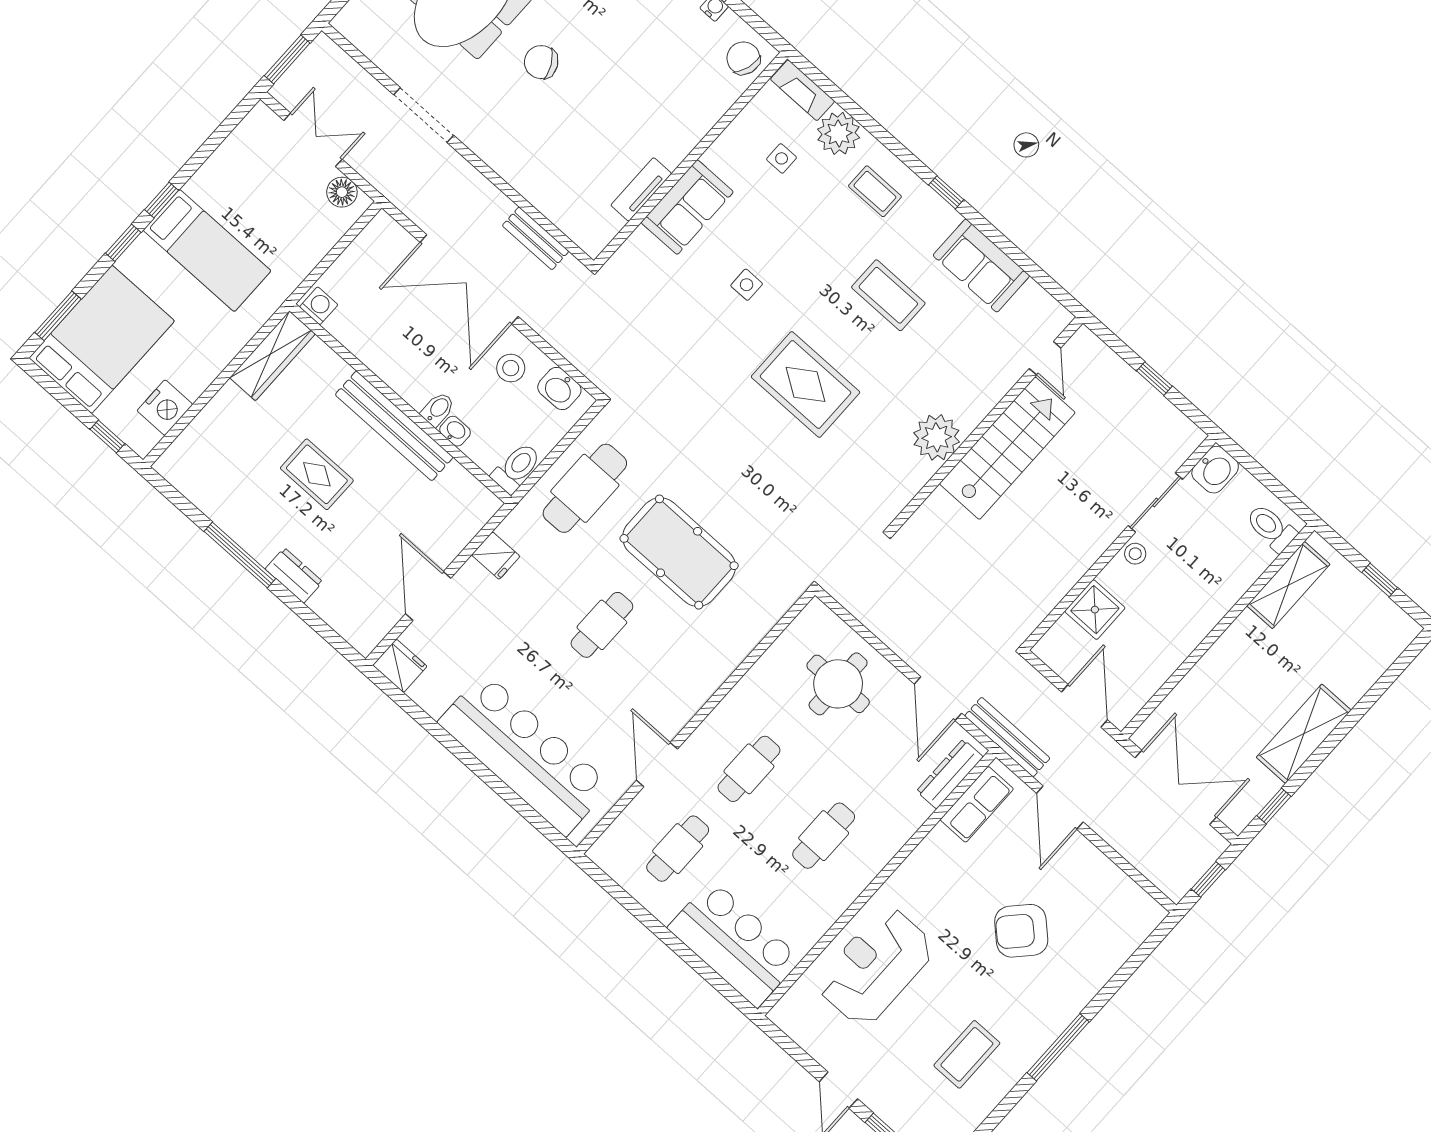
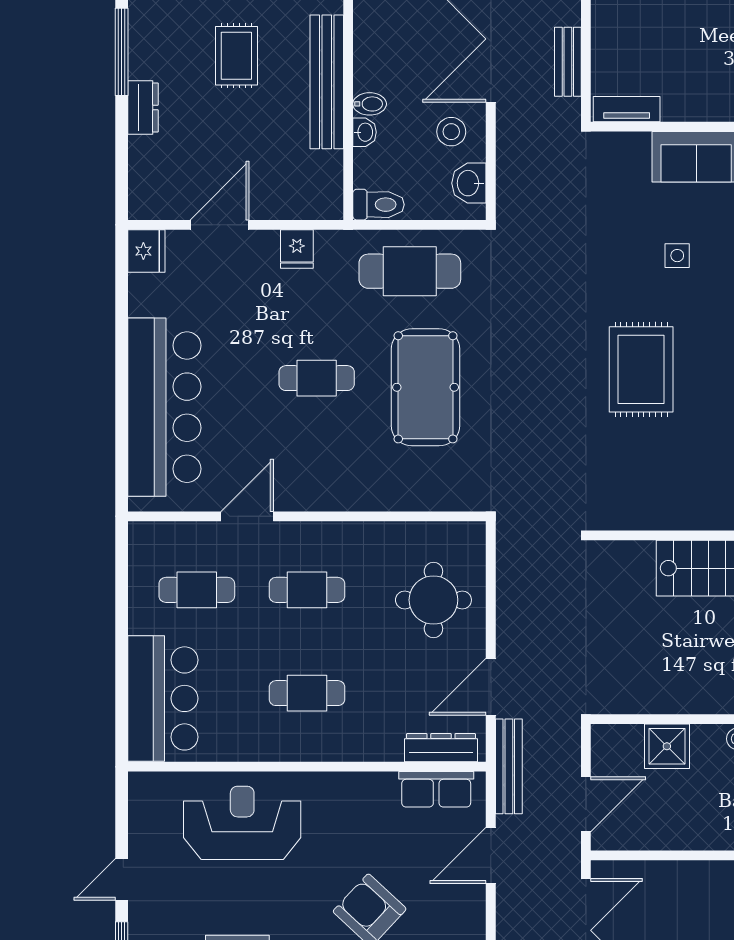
tv unit: (641, 189) -> (627, 109), moved
plant: (937, 437) -> (690, 506), removed

